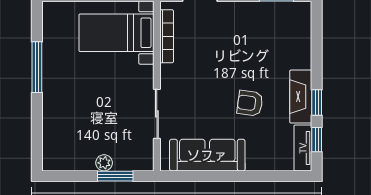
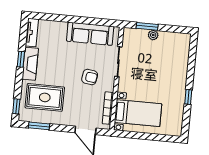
rug: (272, 44) -> (45, 97), added
window: (37, 67) -> (188, 97), width x0.46
armchair: (250, 103) -> (90, 77), moved
window: (317, 140) -> (16, 106), moved

